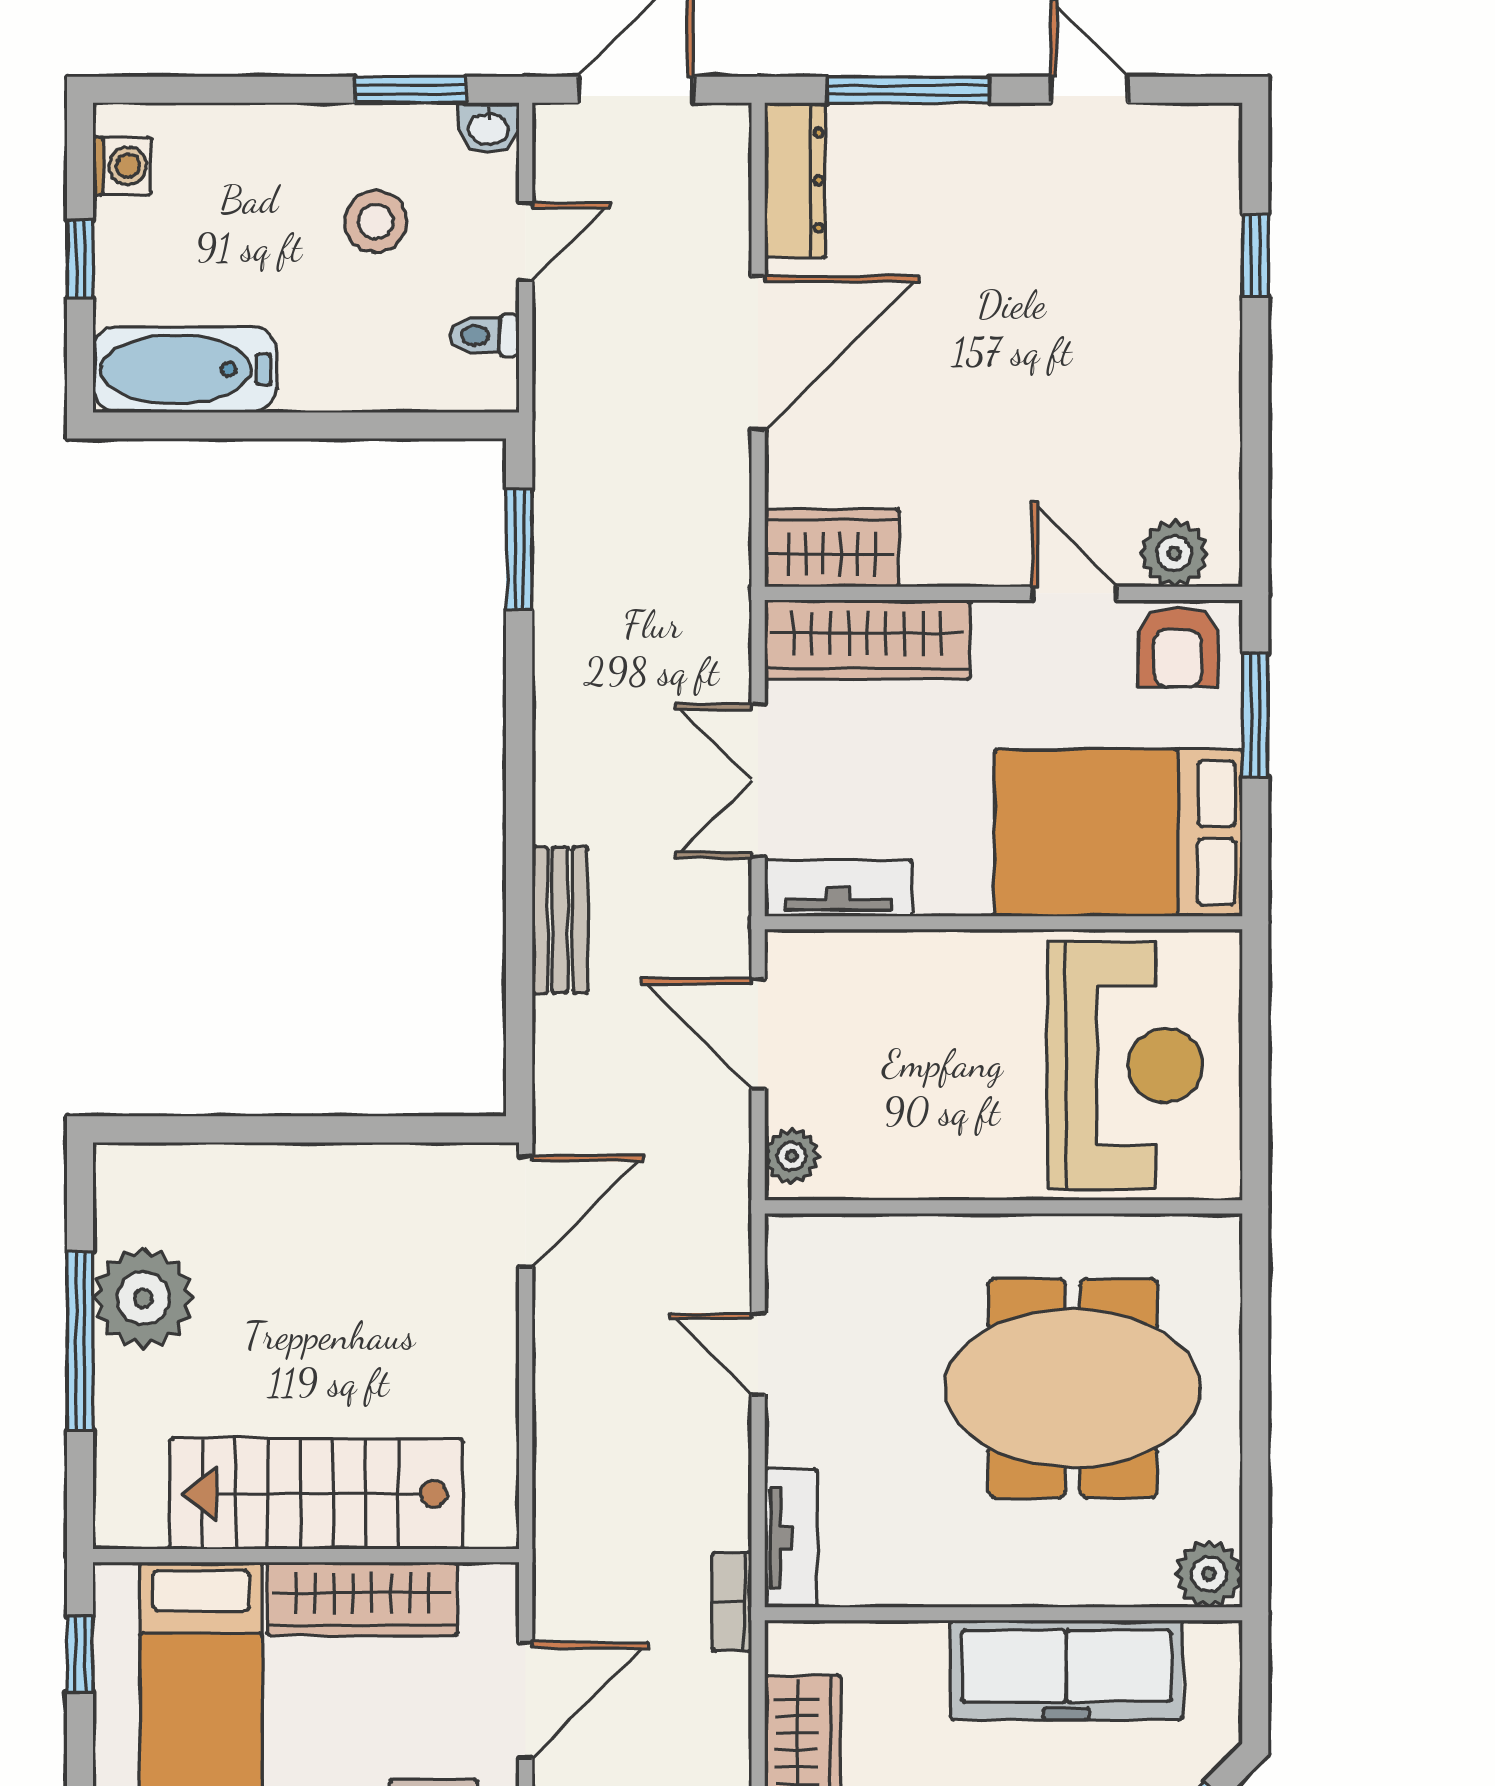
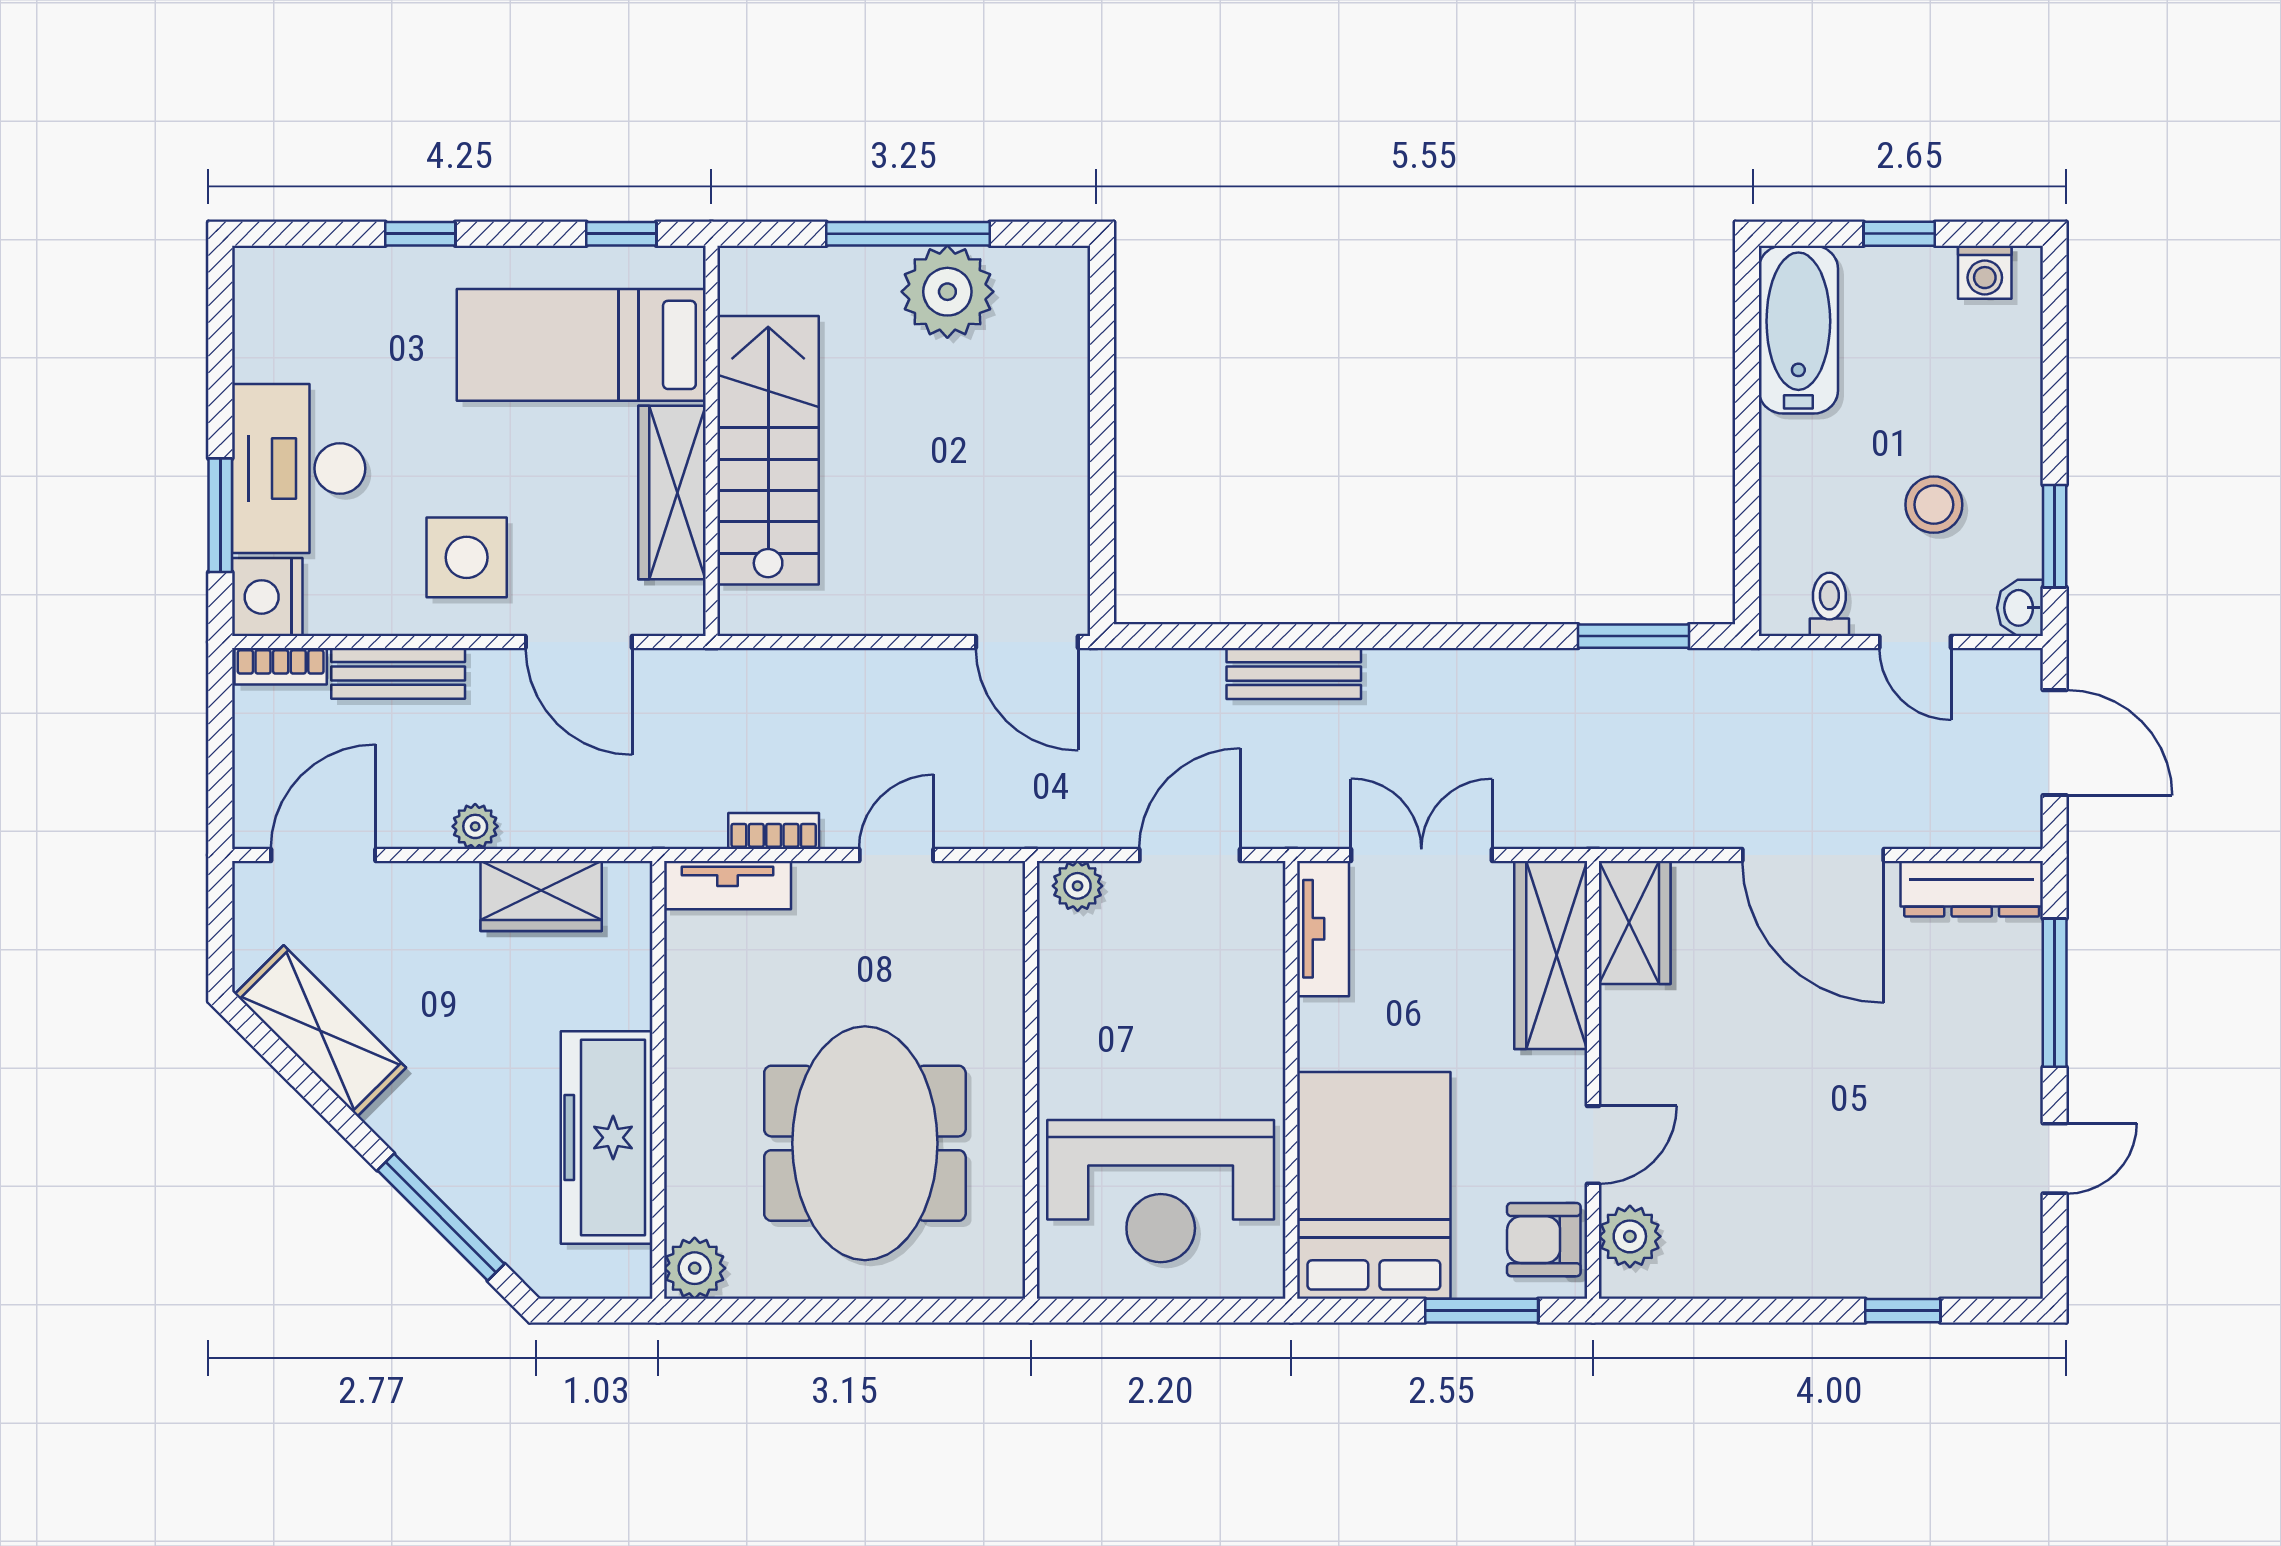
bookcase: (732, 1602) -> (774, 831), moved

